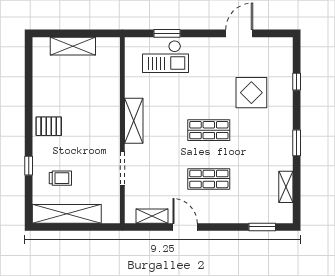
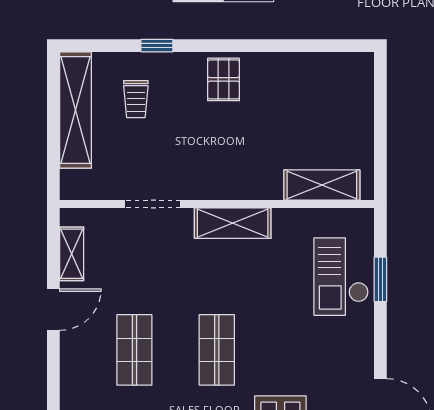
shelving: (73, 46) -> (322, 185), moved, turned 90

